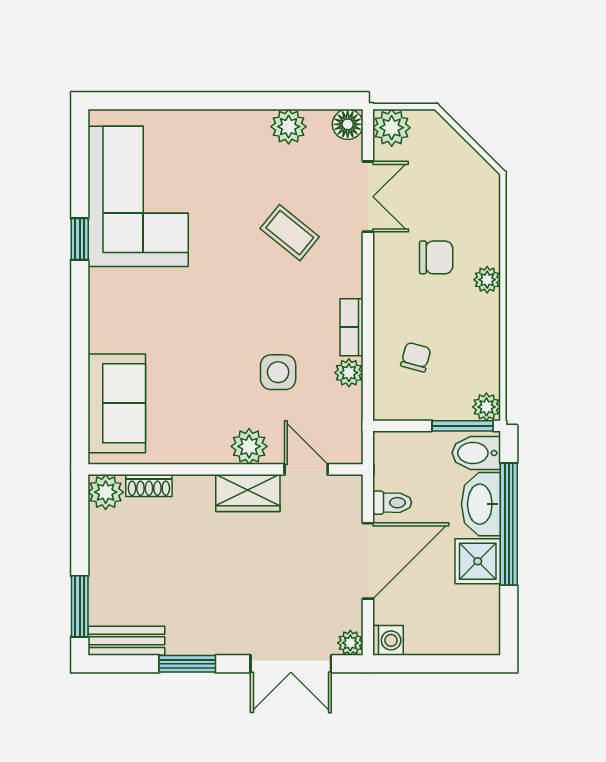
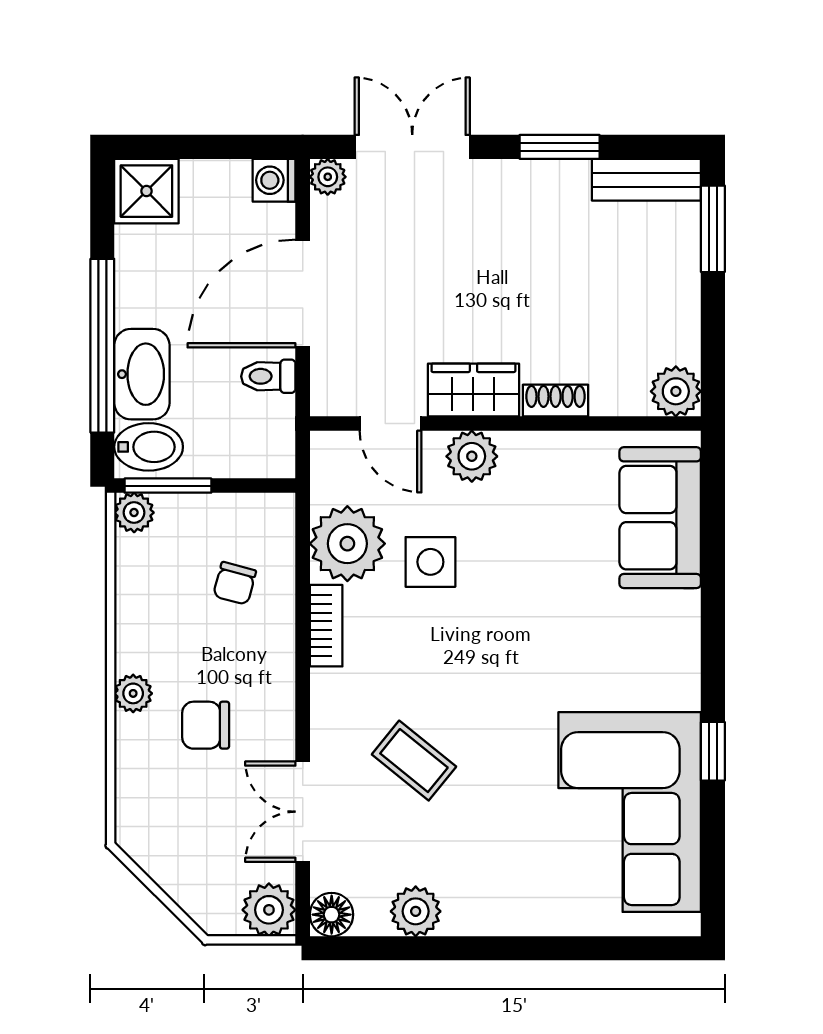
plant: (349, 373) -> (347, 544), width x1.87, depth x1.87
shoe rack: (149, 486) -> (556, 401), moved
shower: (478, 561) -> (146, 191), moved

